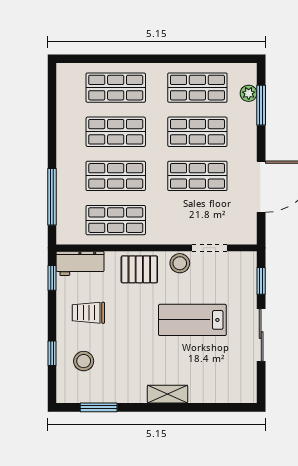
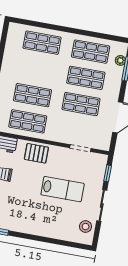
shop shelf: (116, 132) -> (37, 69), removed
stool: (180, 263) -> (86, 227), moved
lab bench: (192, 320) -> (63, 189), turned 180
shelving: (168, 394) -> (40, 230), removed

